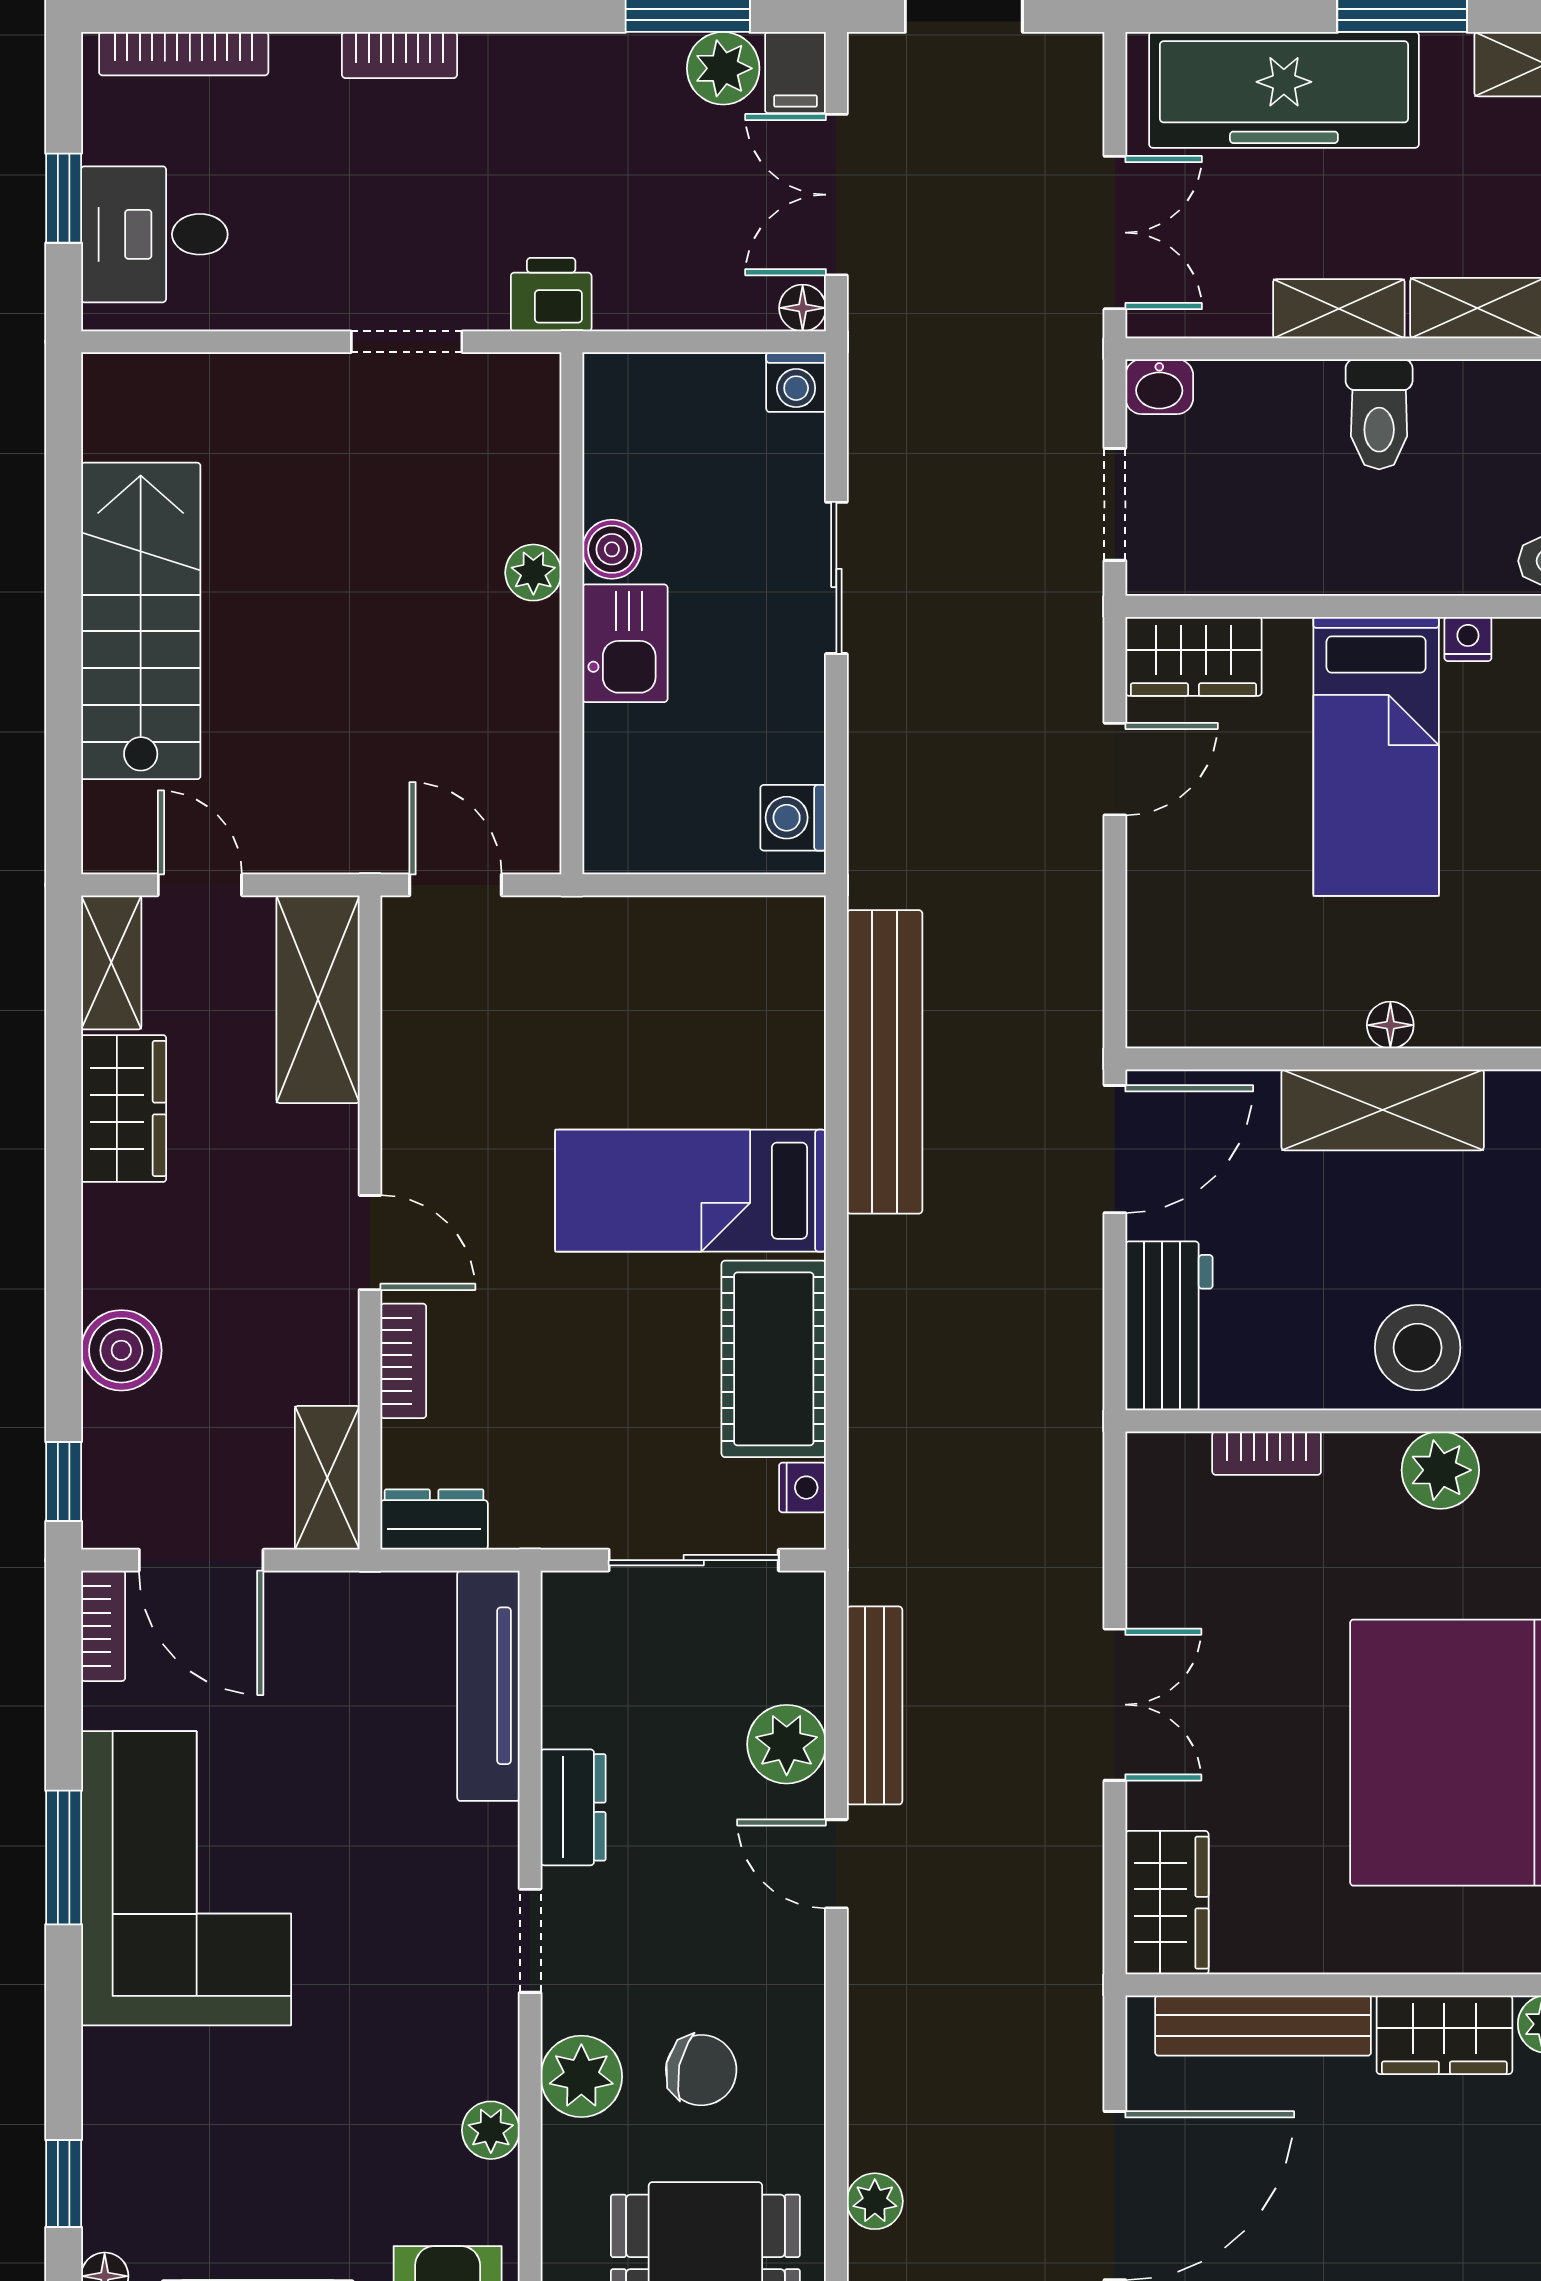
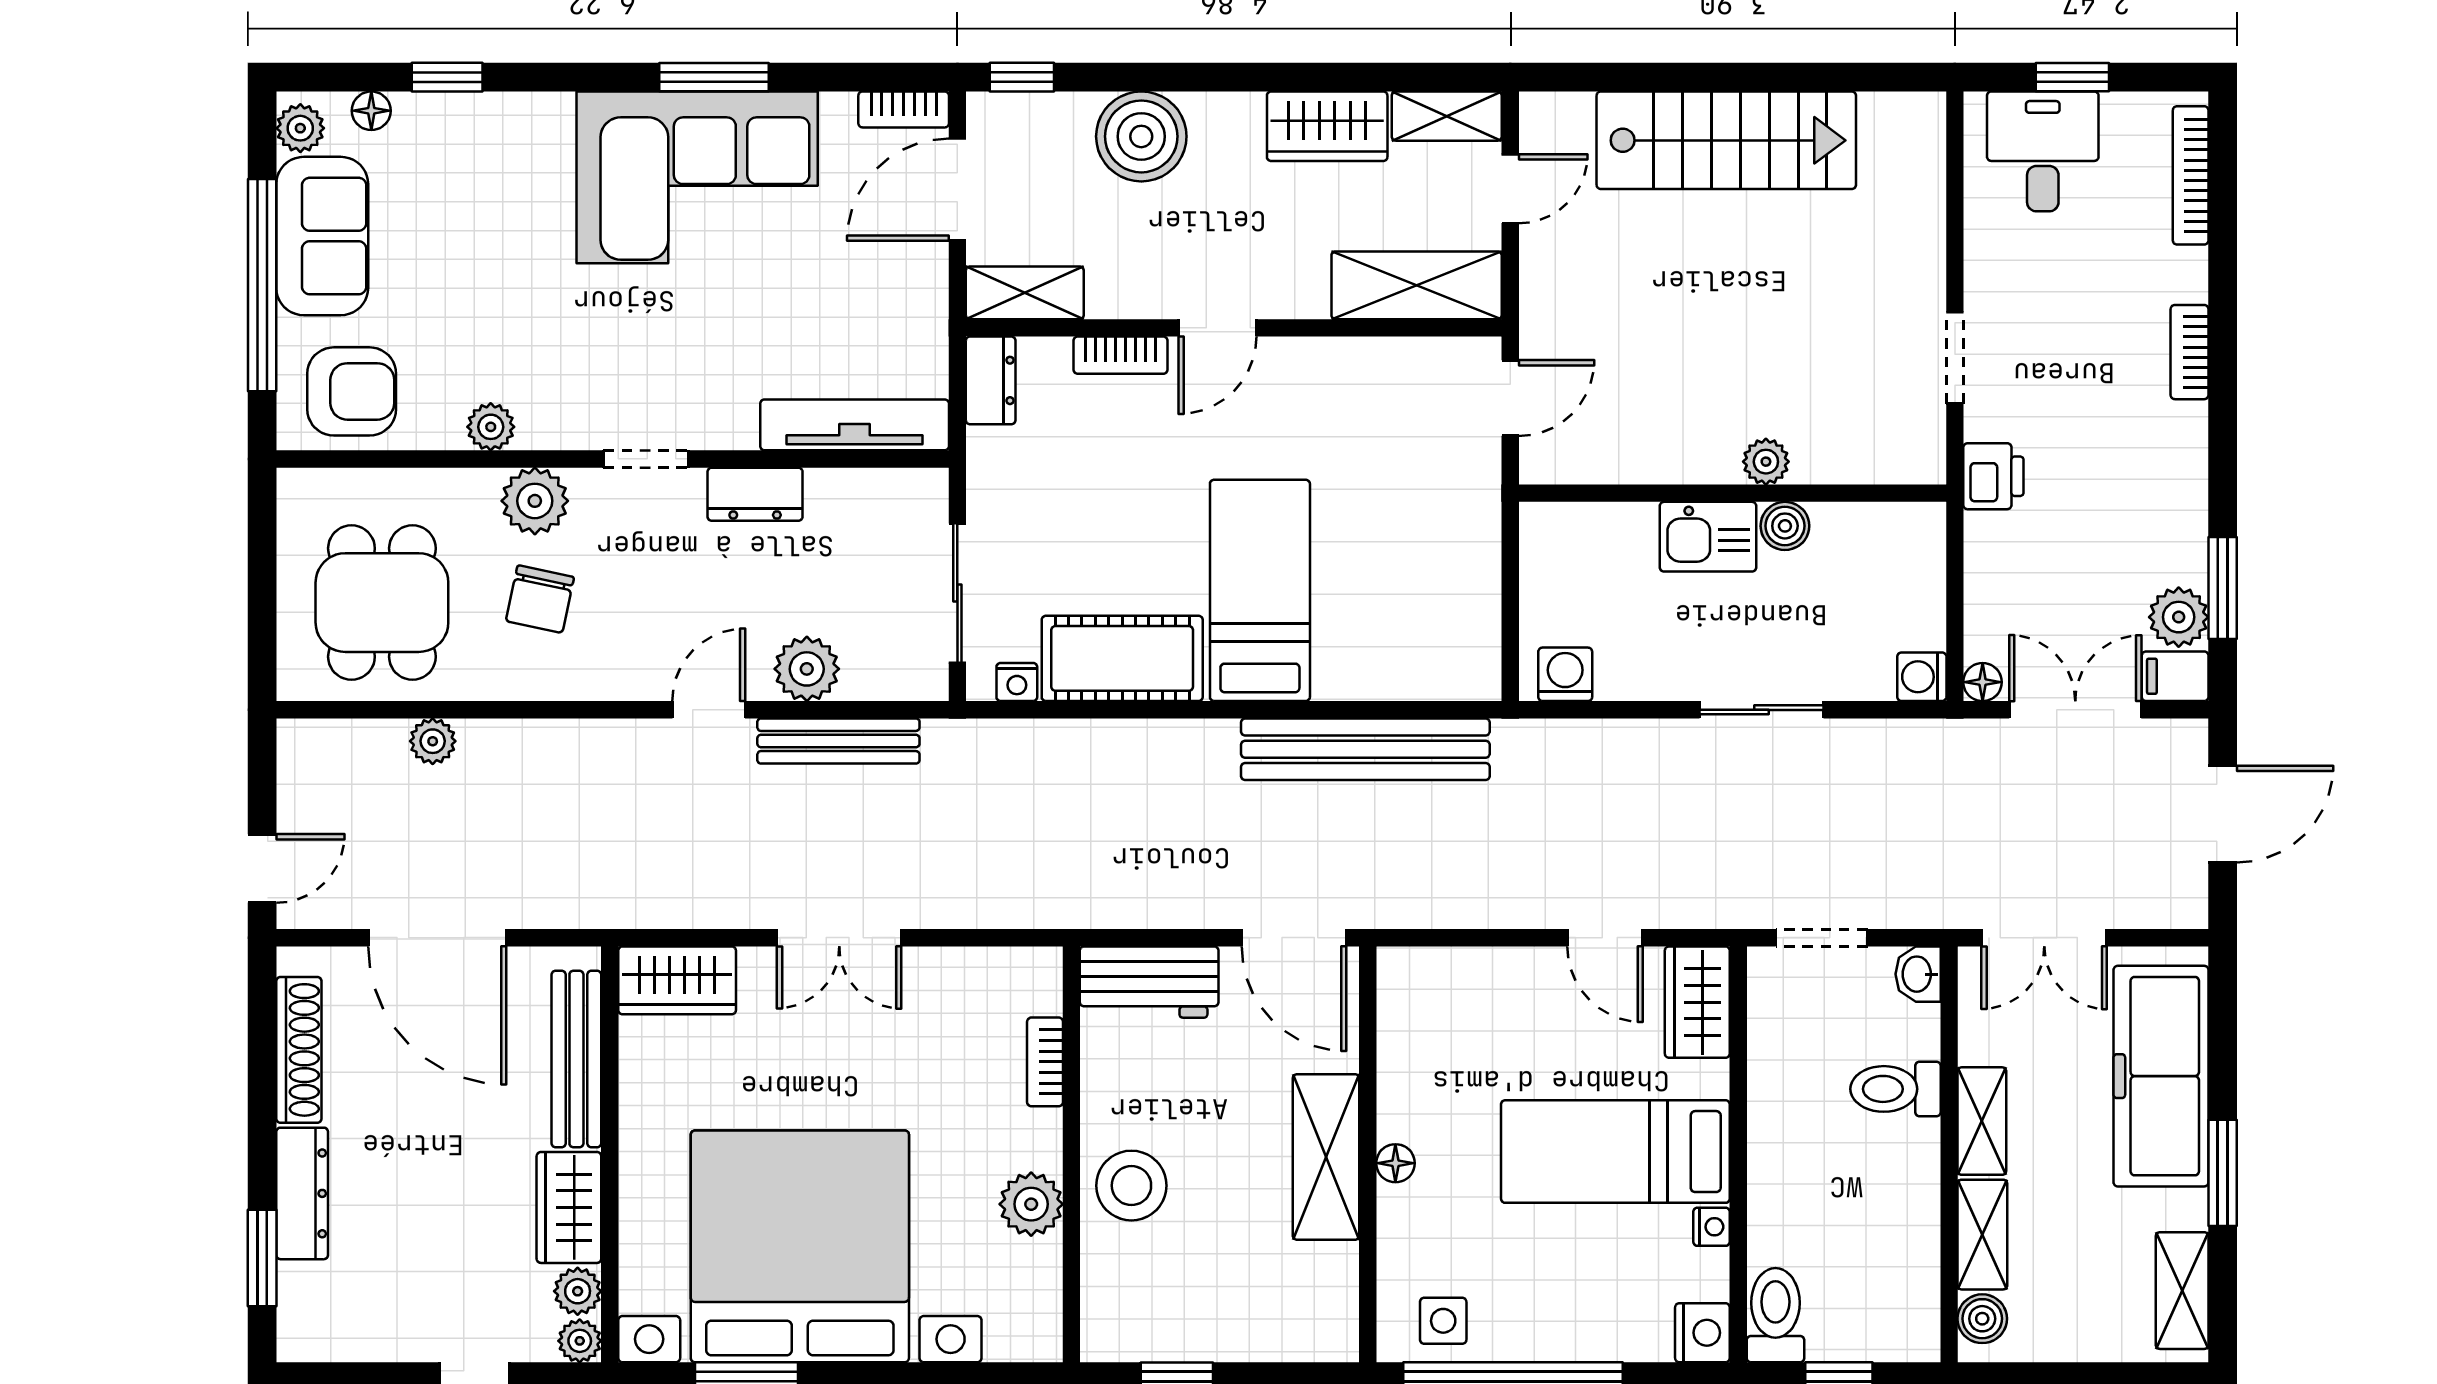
toilet: (1379, 414) -> (1896, 1089), moved
boiler: (121, 1350) -> (1141, 136), width x1.37, depth x1.37

